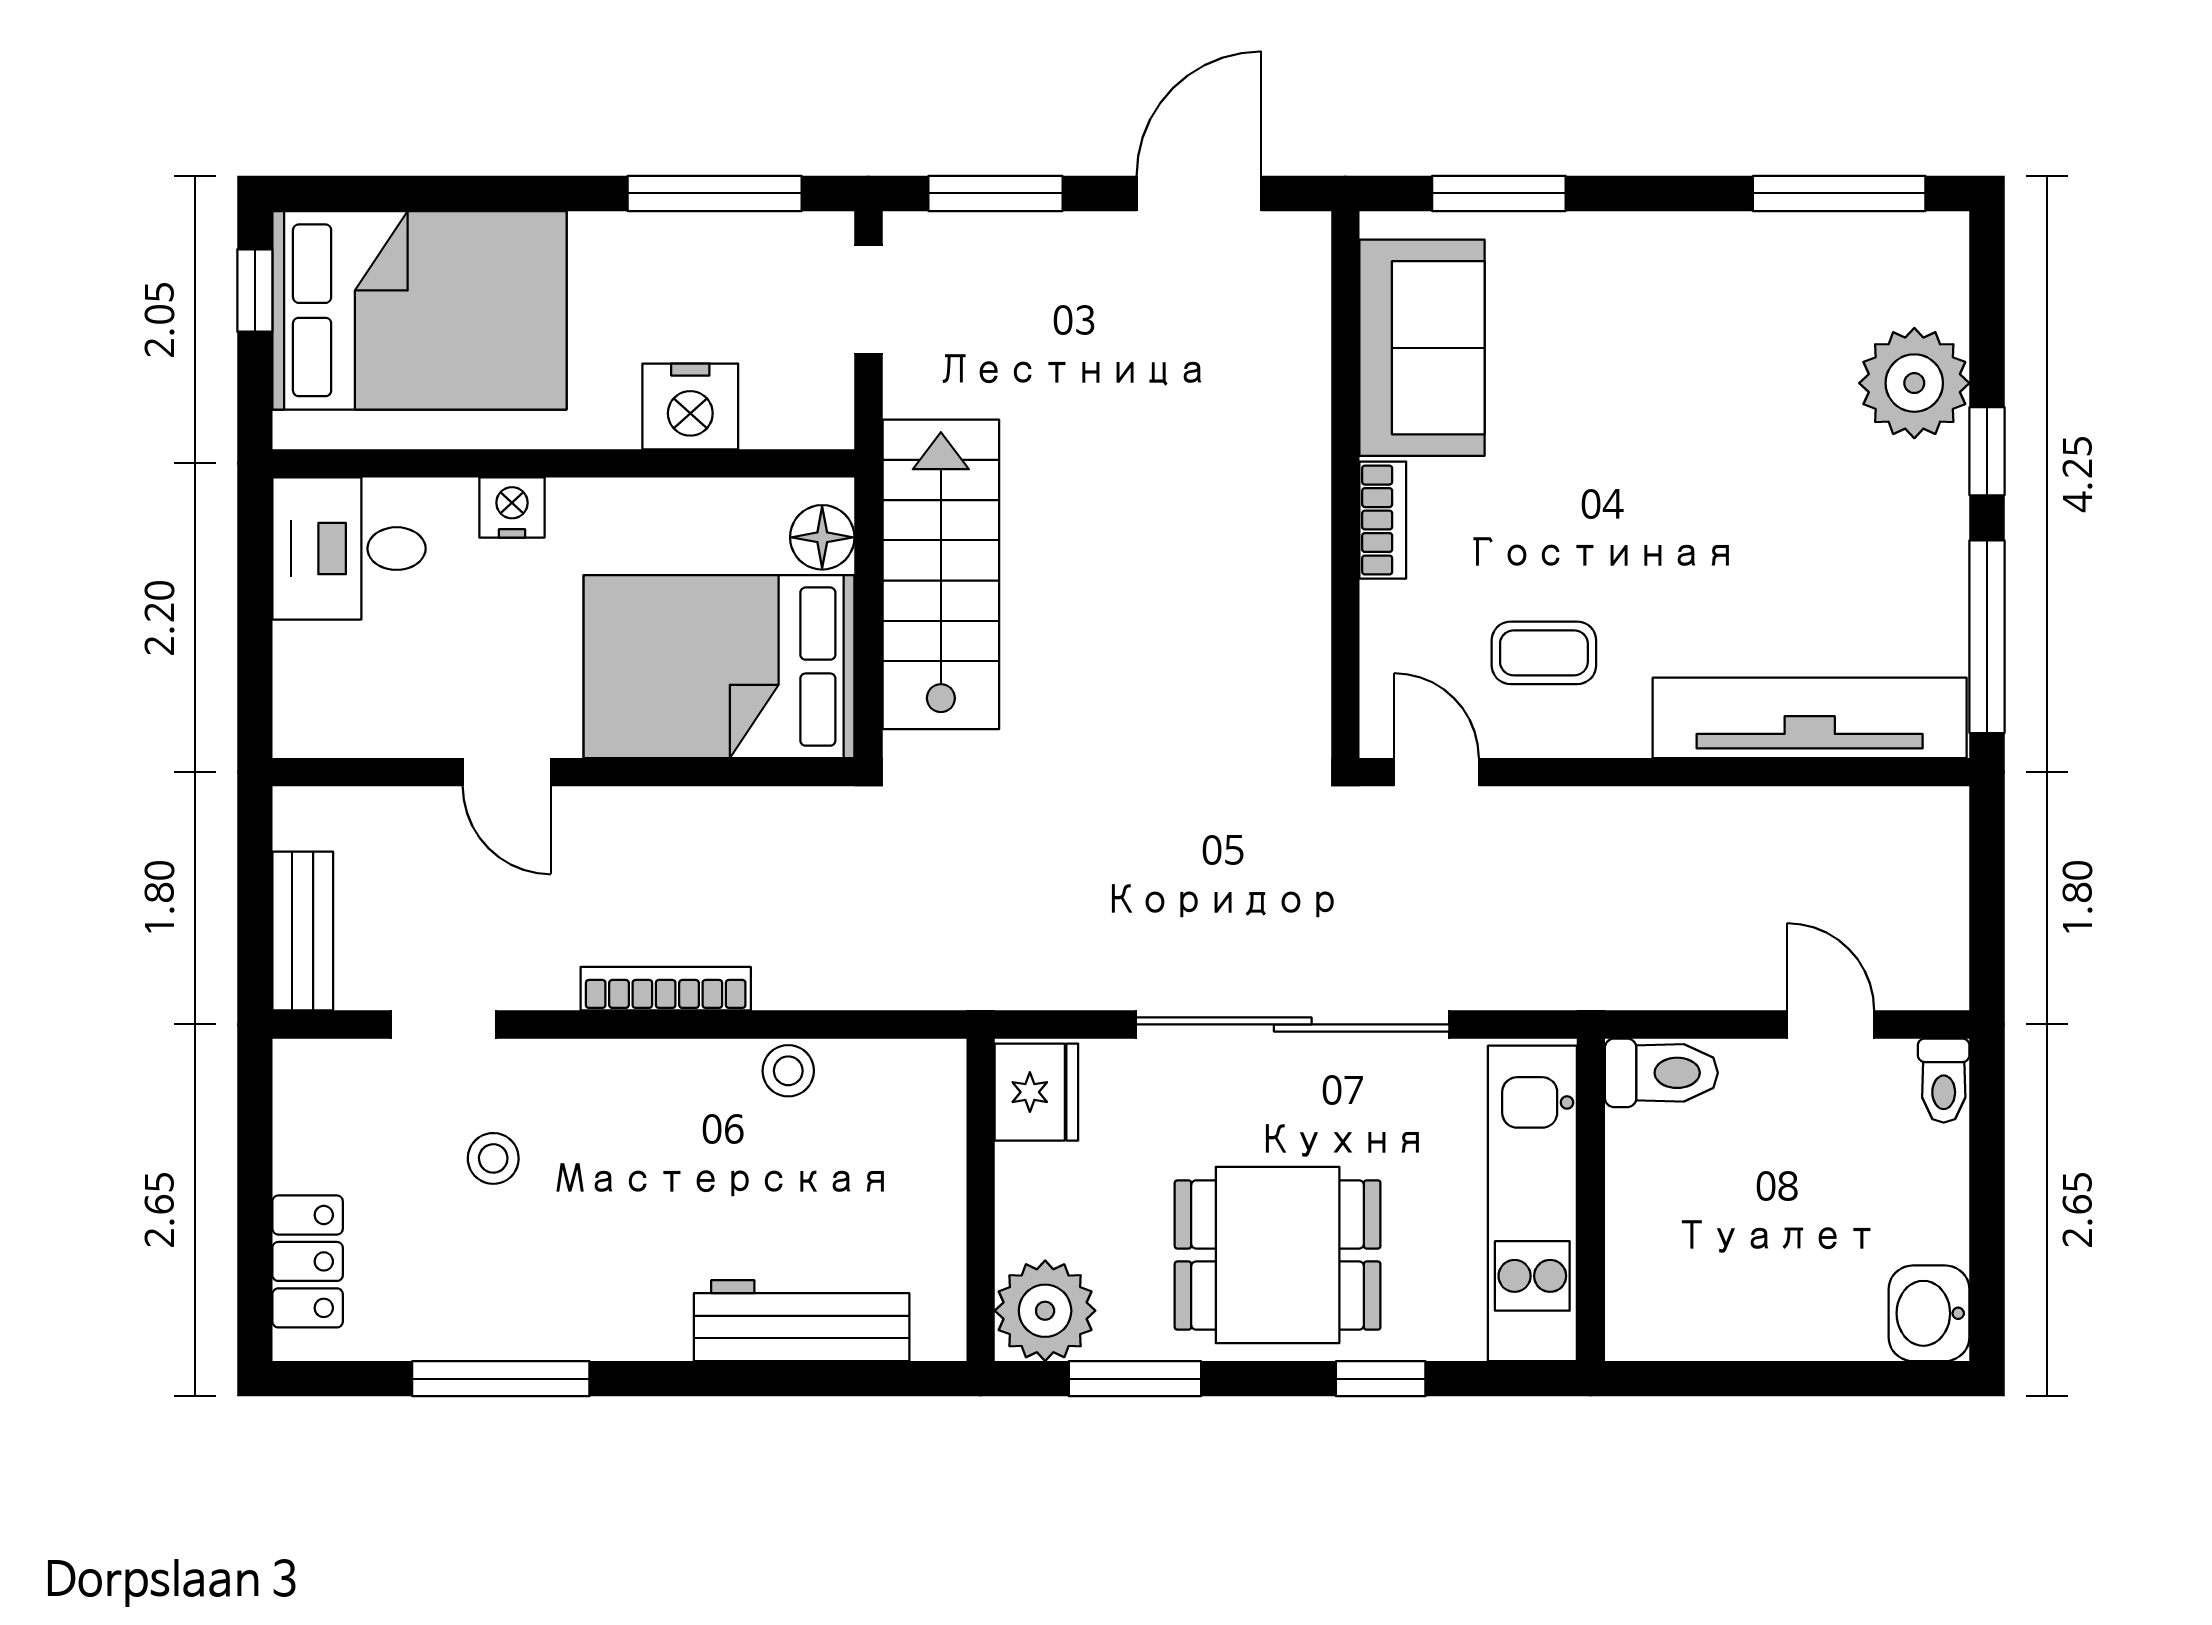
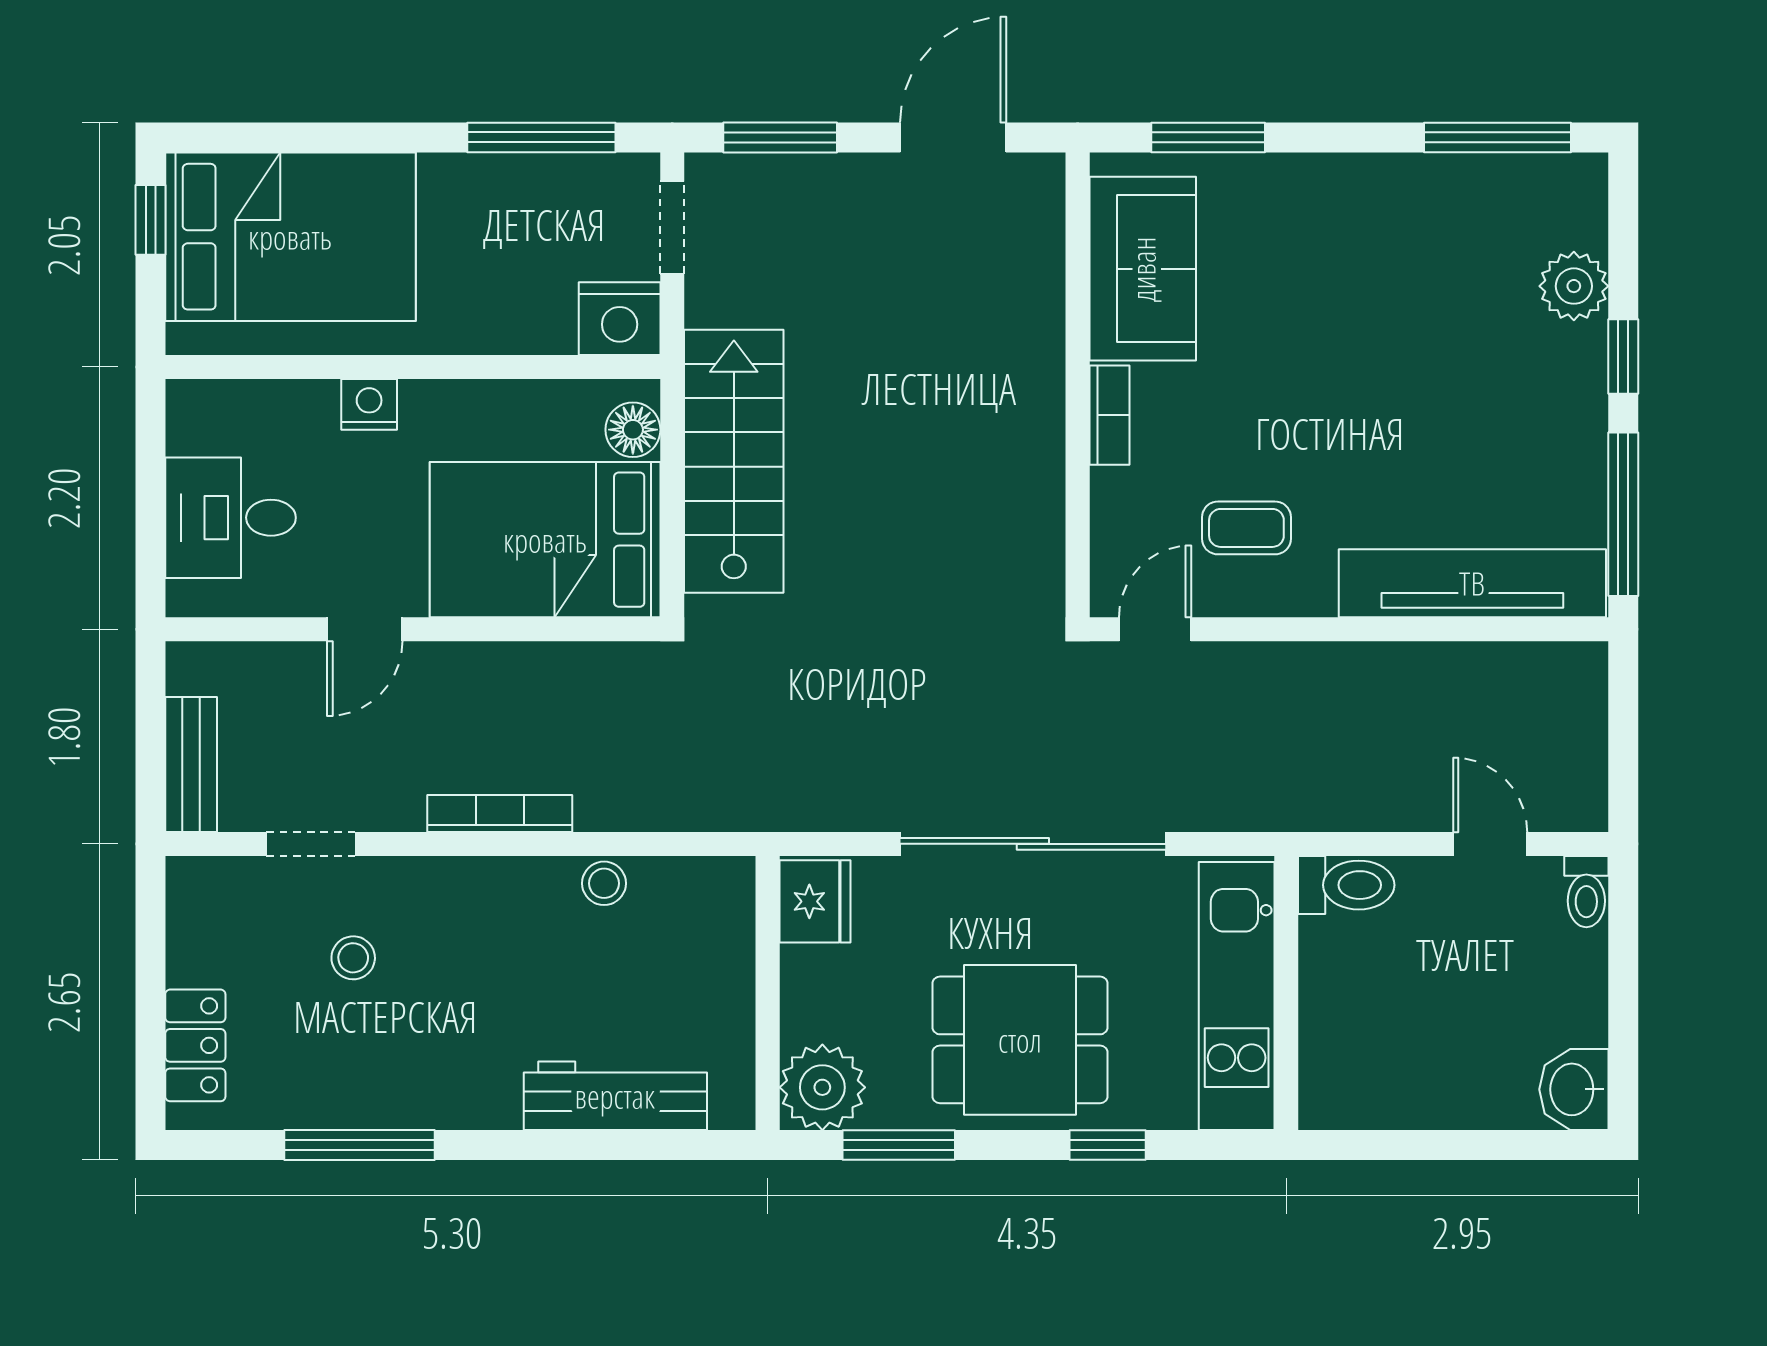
plant: (1914, 383) -> (1574, 286), width x0.73, depth x0.73
nightstand: (690, 407) -> (620, 319), moved
desk: (349, 549) -> (231, 518), moved
door: (507, 772) -> (365, 629), hinge flipped
door: (1436, 772) -> (1155, 629), hinge flipped

